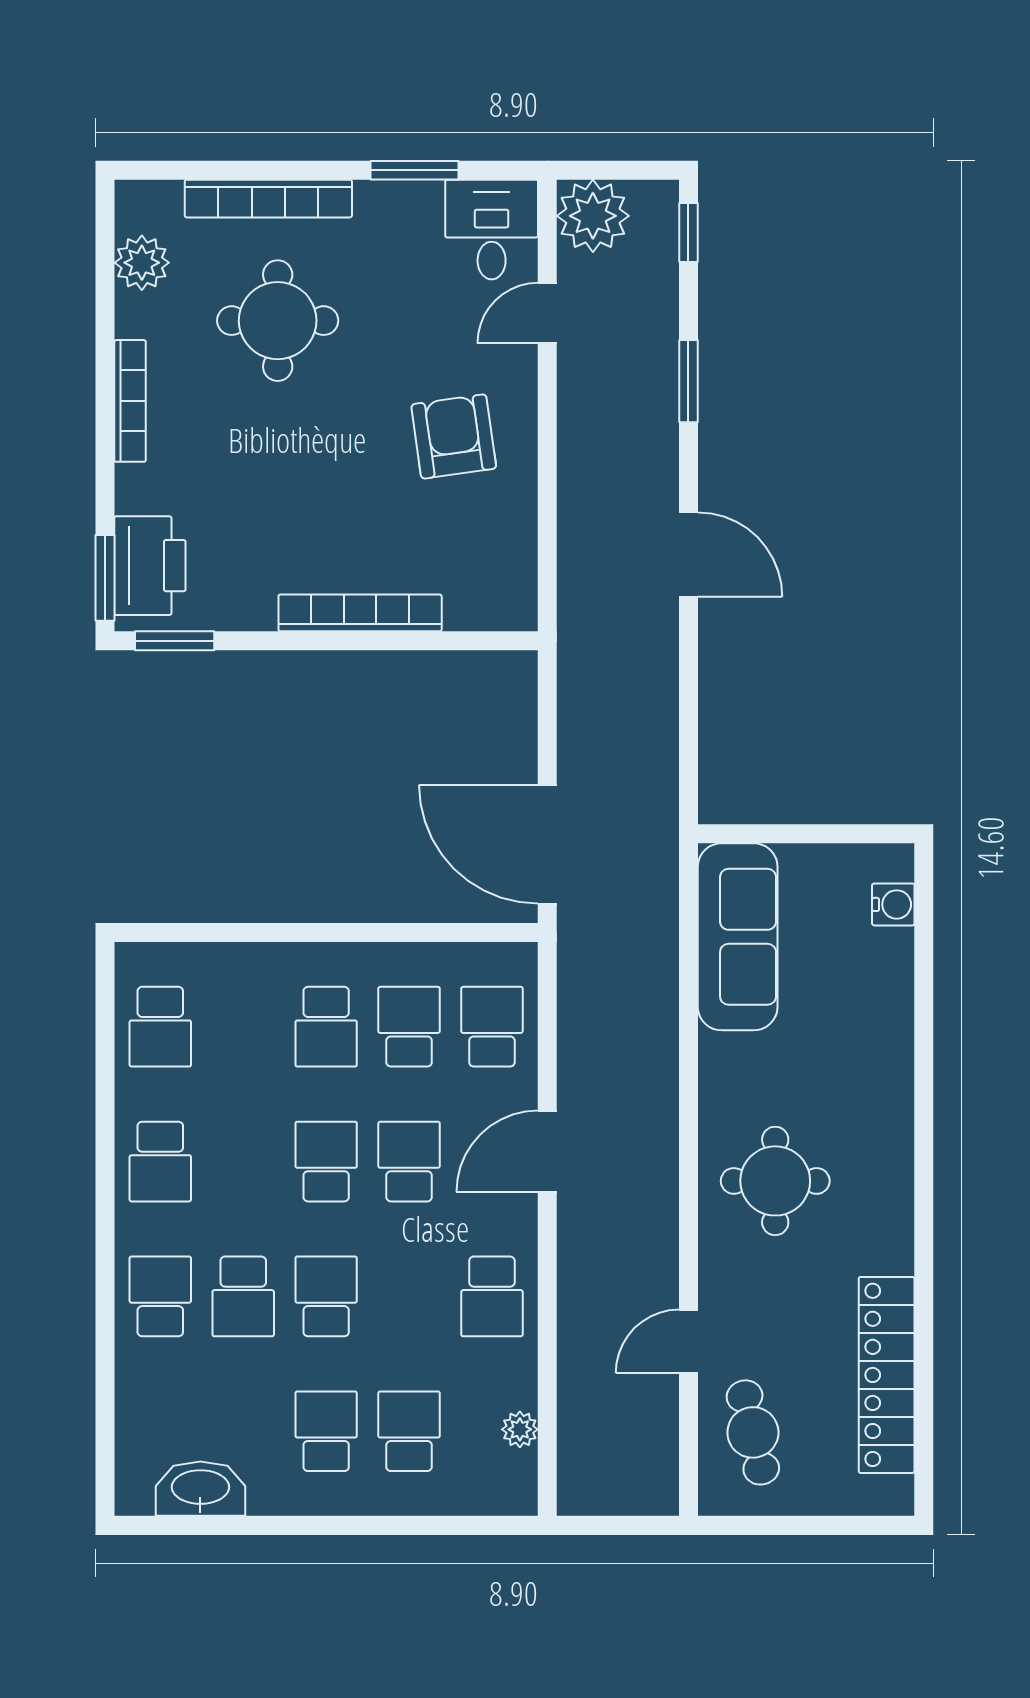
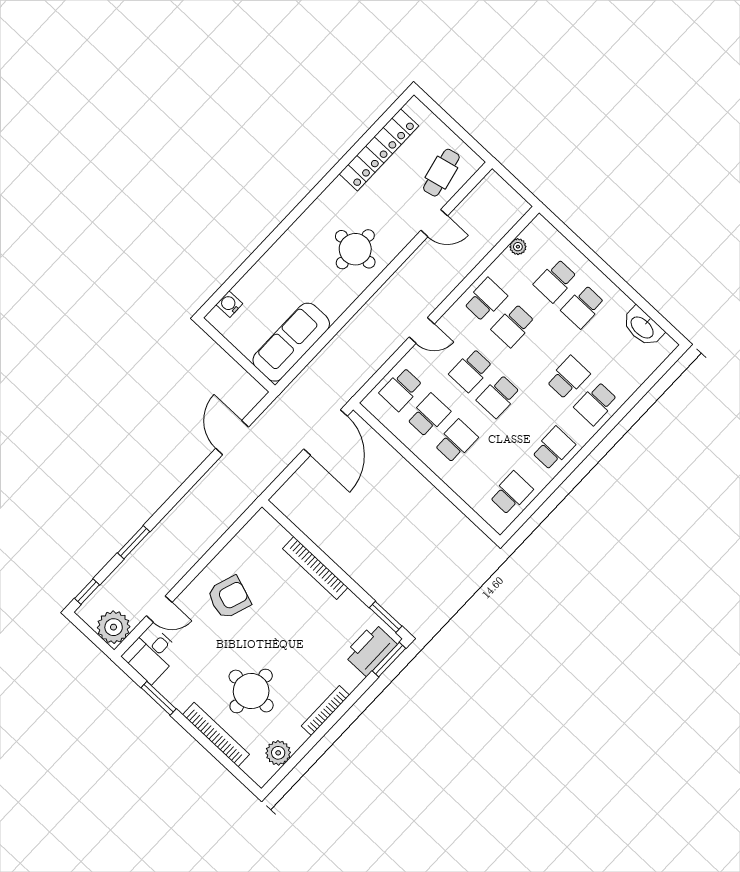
armchair: (454, 436) -> (229, 597), turned -153
door: (688, 554) -> (232, 438), moved
school desk: (409, 1027) -> (429, 415), turned 180
door: (547, 1151) -> (422, 330), width x0.73
school desk: (326, 1296) -> (513, 326), moved

